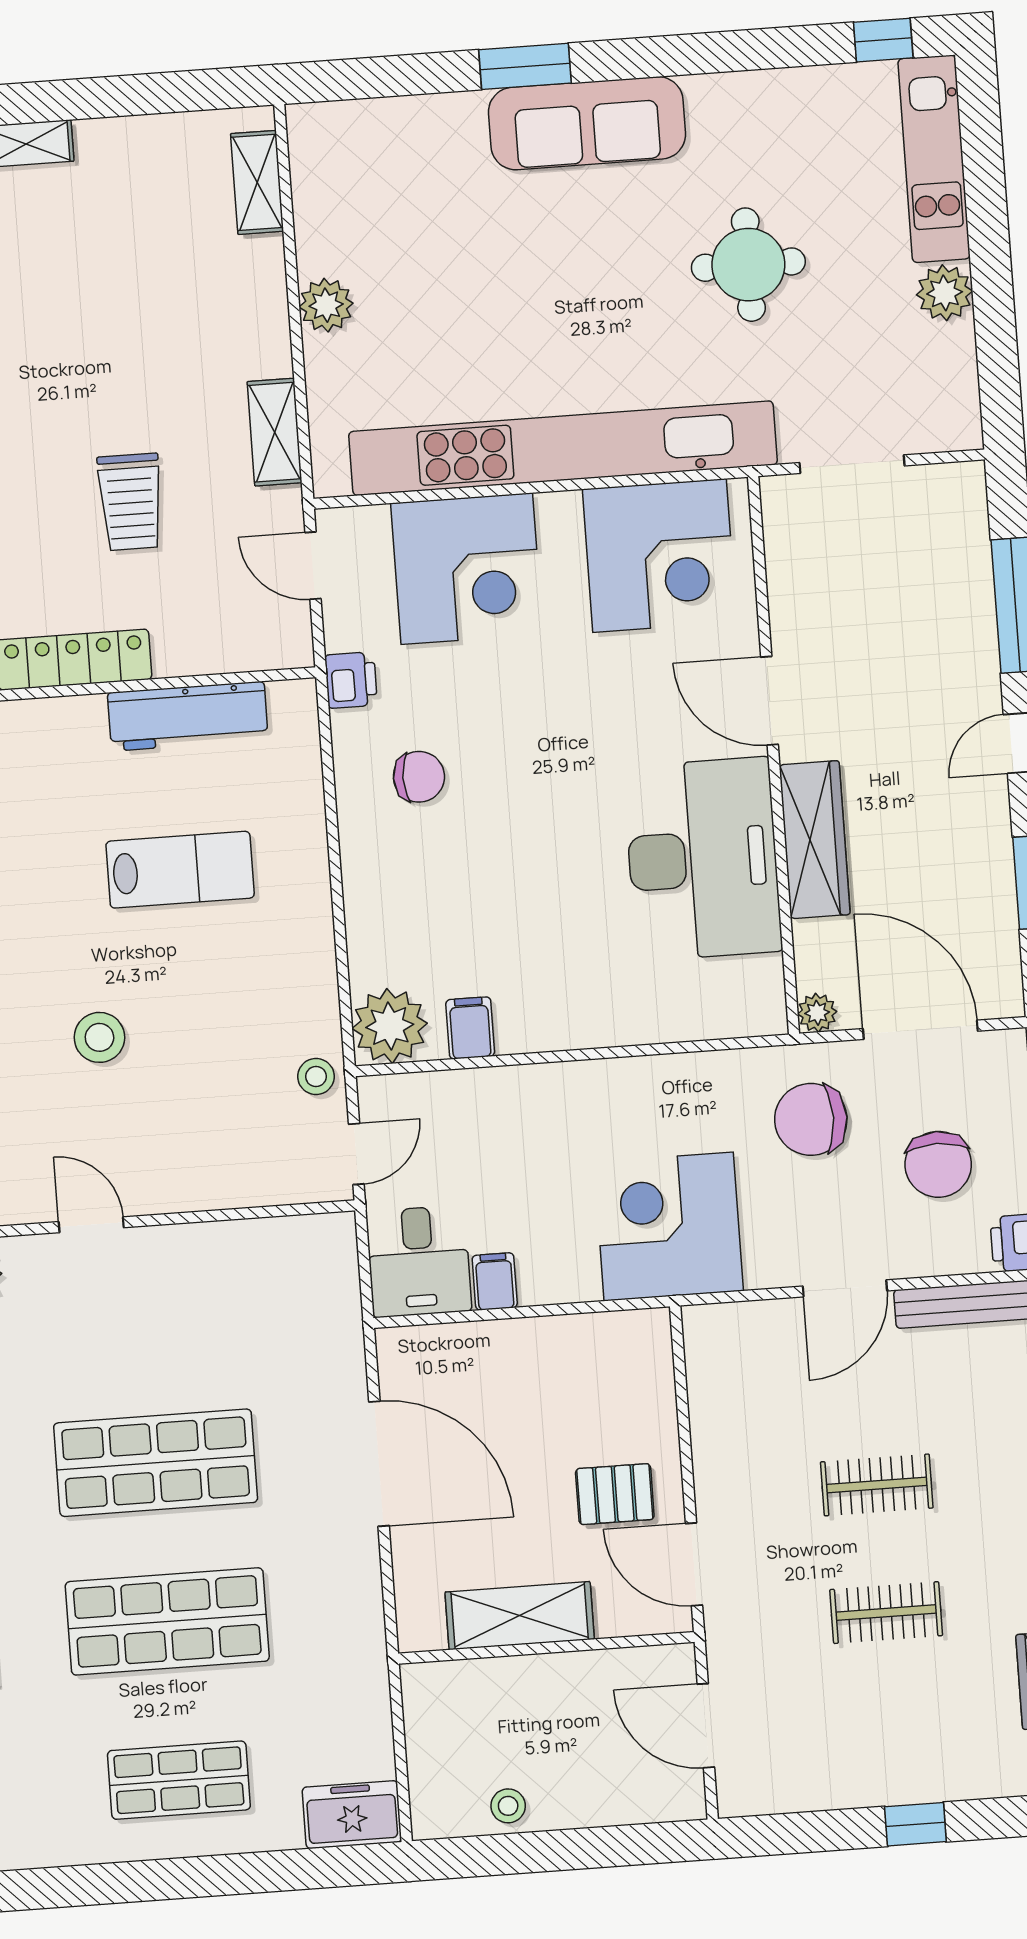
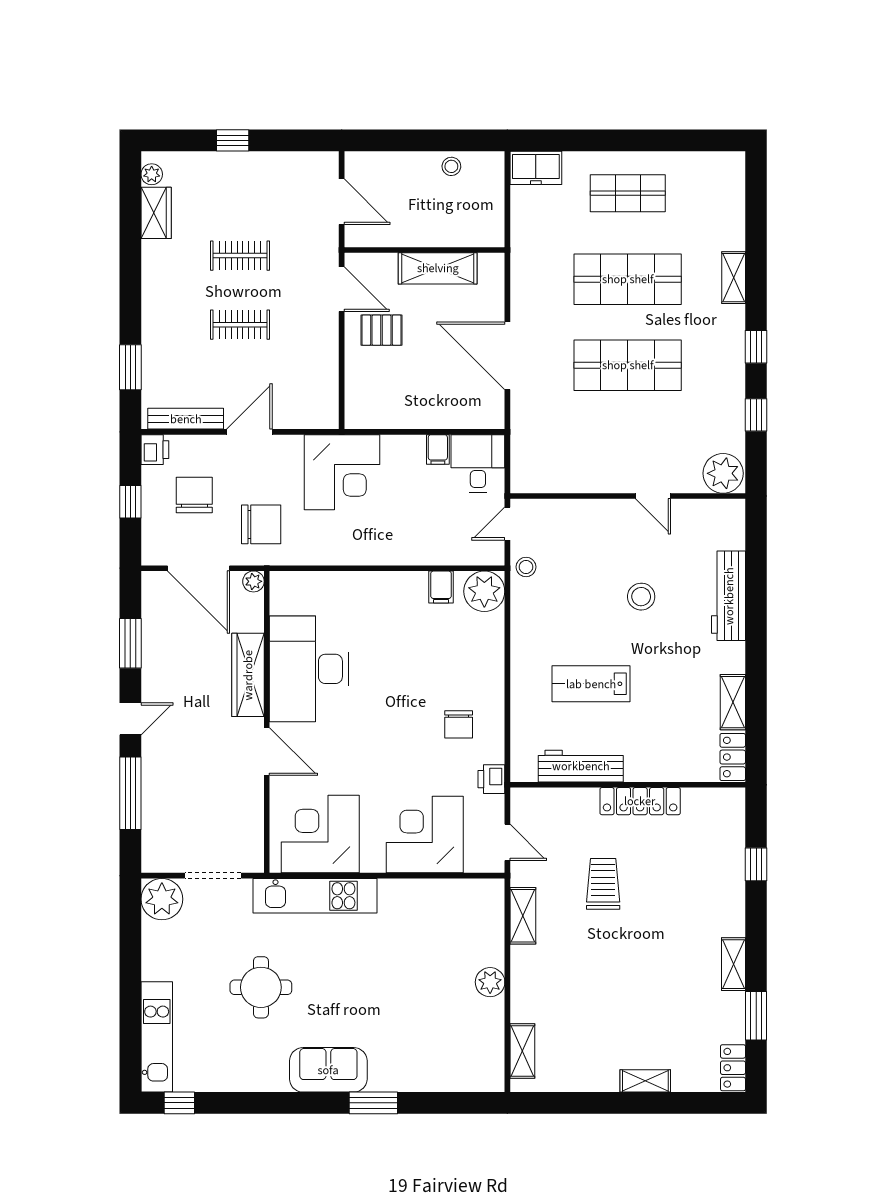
sofa: (587, 123) -> (328, 1070), width x0.73
plant: (945, 293) -> (162, 899), moved, width x1.36, depth x1.36
kitchen unit: (563, 448) -> (315, 896), width x0.54
chair: (419, 777) -> (459, 724), turned -90

